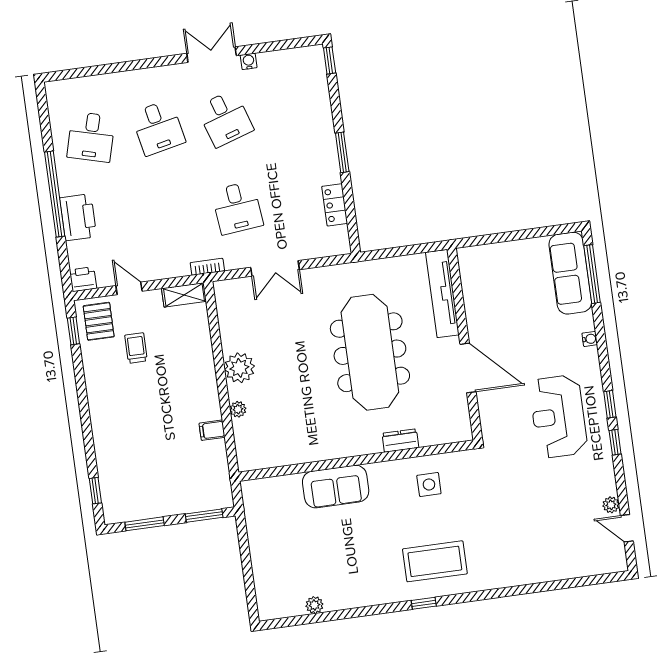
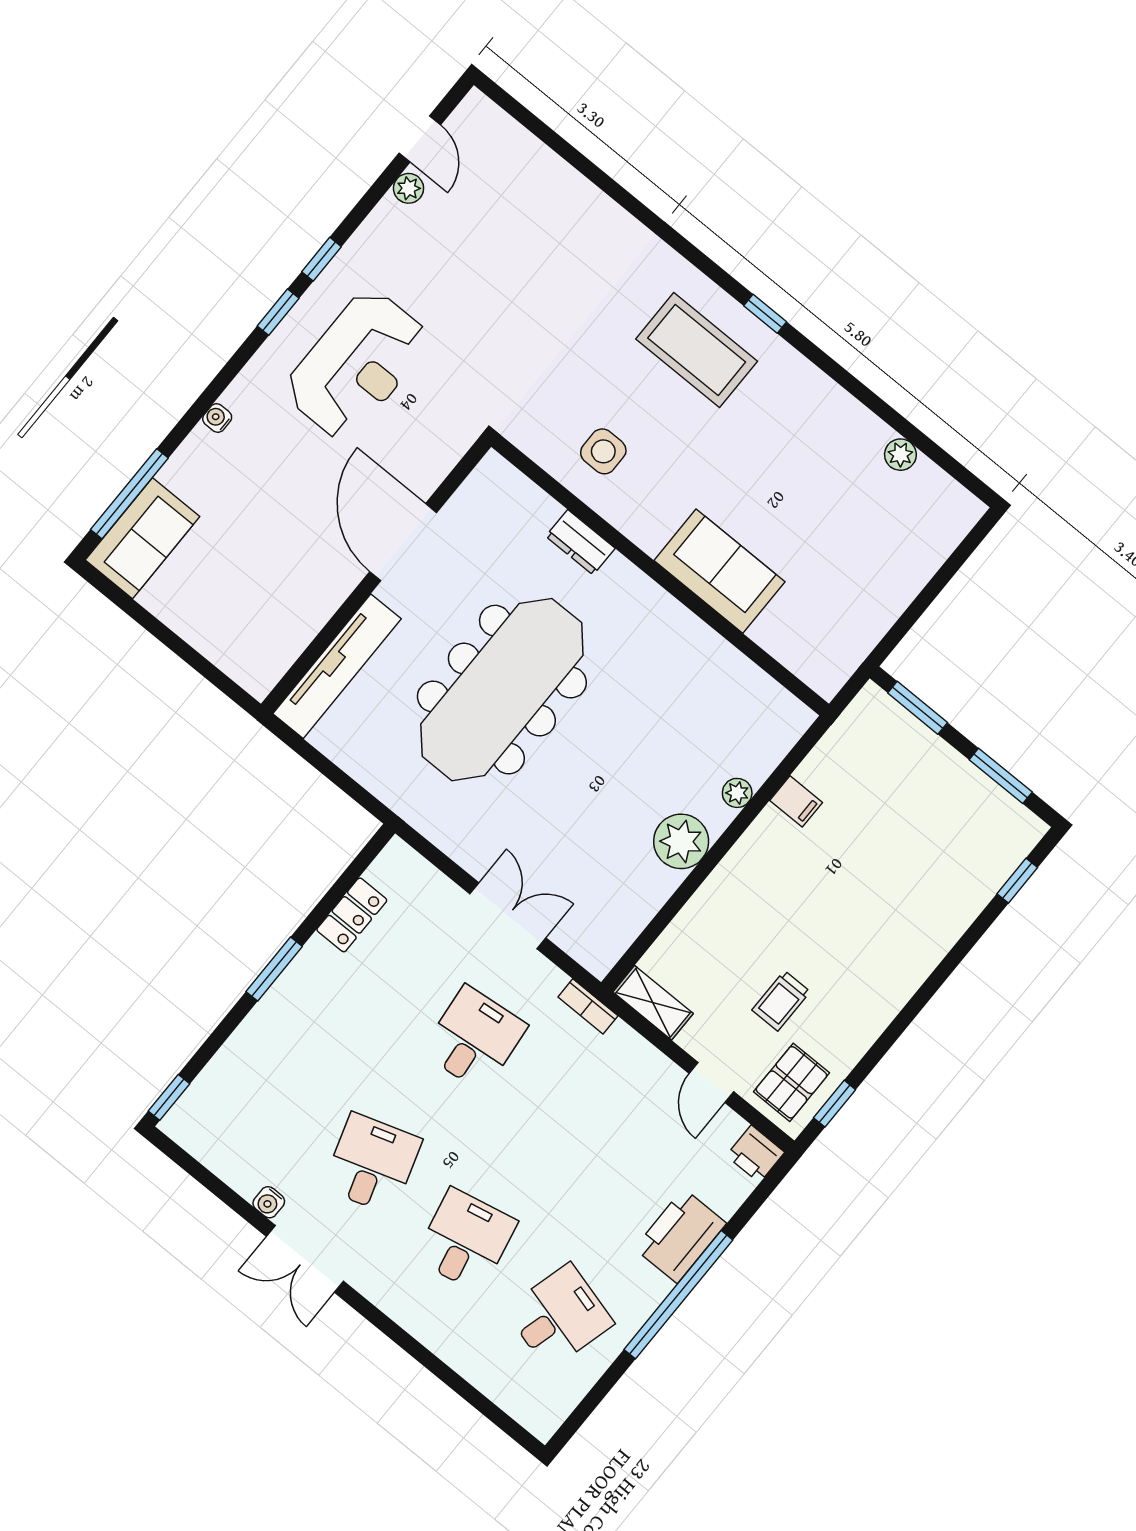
sofa: (570, 273) -> (142, 538), width x0.73

